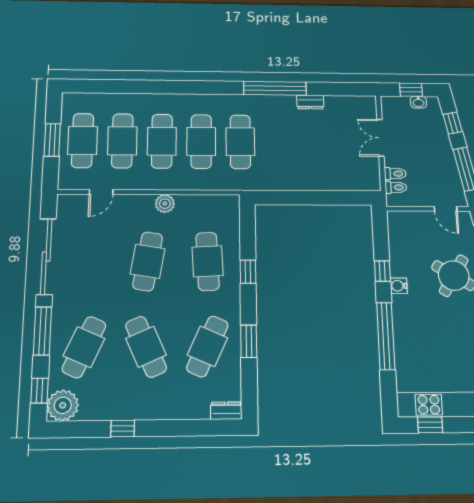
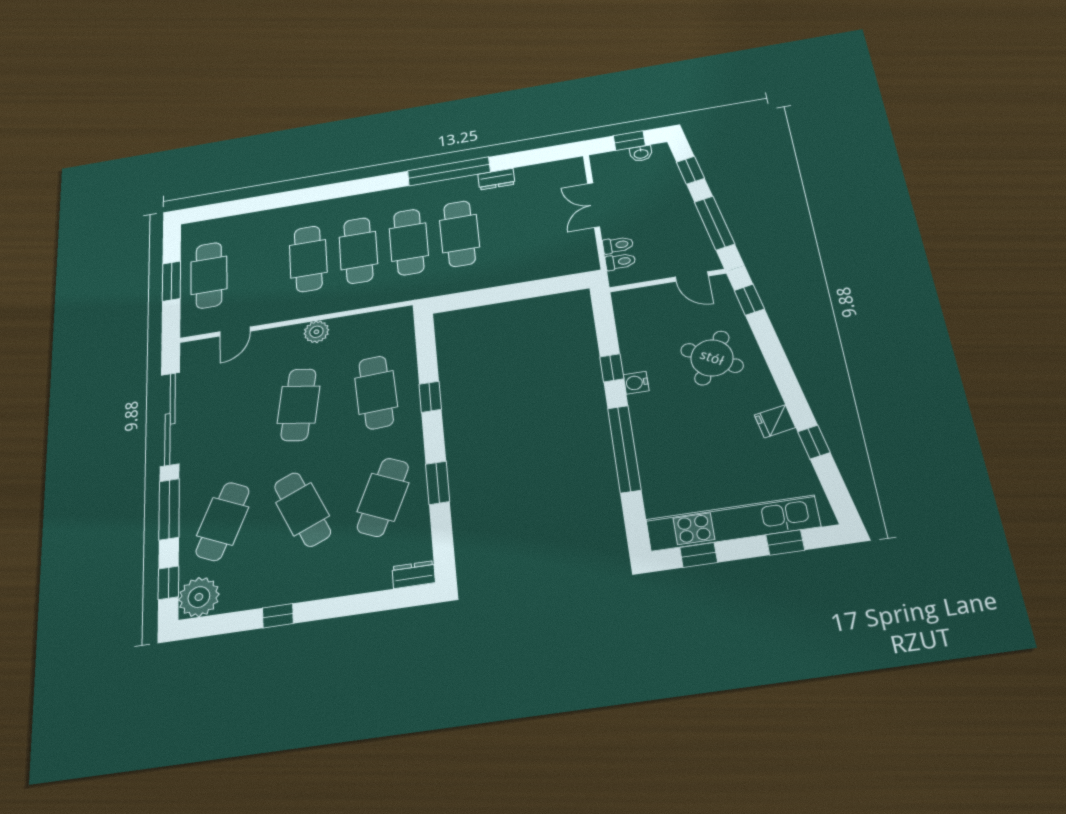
cafe table: (122, 141) -> (460, 234), moved

